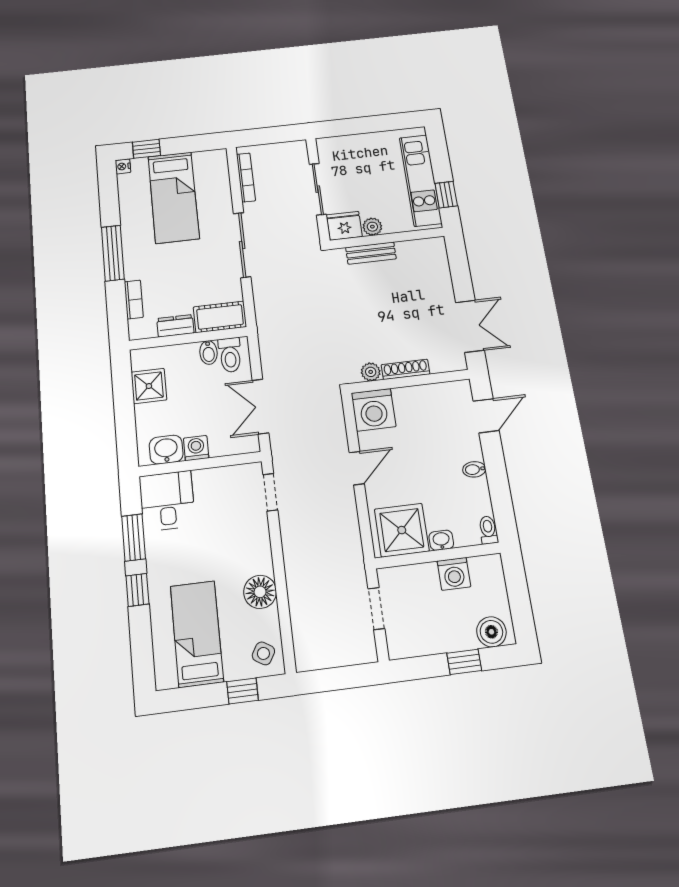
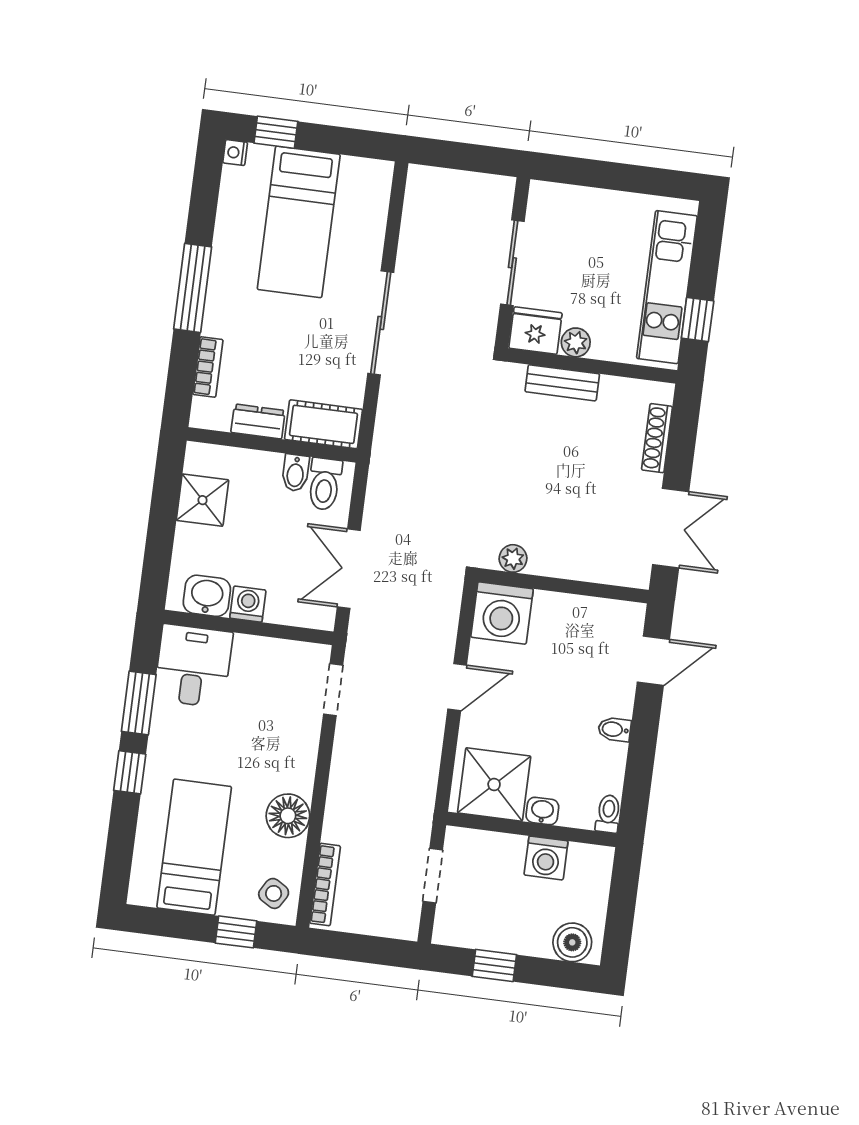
bookcase: (246, 177) -> (325, 885), moved
shoe rack: (406, 369) -> (657, 438), moved, turned -90
window: (464, 662) -> (494, 966), moved

